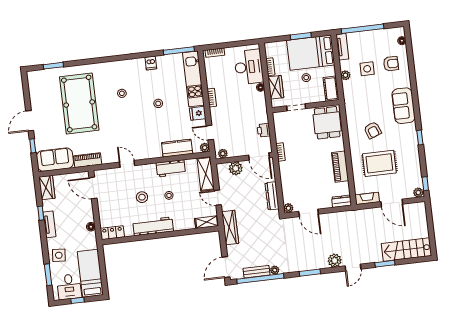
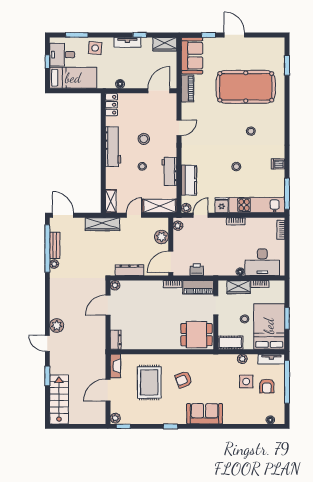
armchair: (391, 64) -> (267, 386), moved
piano: (340, 167) -> (198, 287), moved, turned 180
window: (310, 273) -> (47, 299), removed

